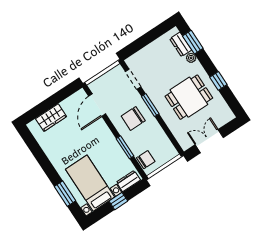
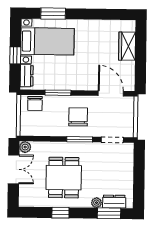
plant: (185, 144) -> (25, 147), added

